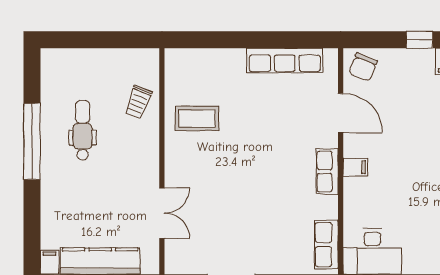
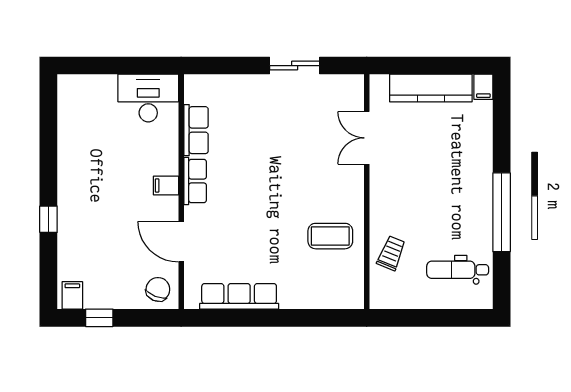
dental chair: (83, 130) -> (458, 270), moved, turned 90
row of seats: (326, 245) -> (196, 130), moved

